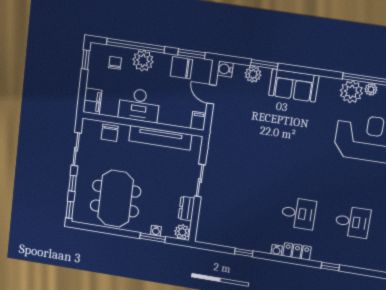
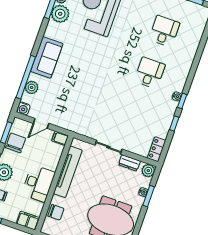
window: (264, 64) -> (26, 77), width x2.11
chair: (181, 68) -> (16, 143), turned 180
locker: (297, 251) -> (156, 149), moved
window: (330, 267) -> (182, 101), moved

